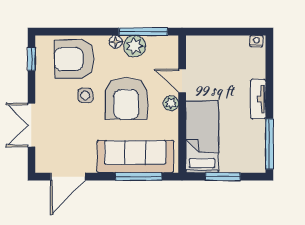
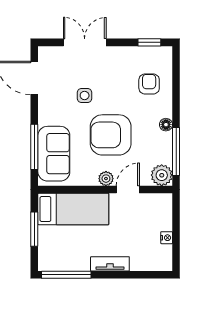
nightstand: (256, 41) -> (167, 238), moved
plant: (135, 46) -> (162, 175), moved
armchair: (74, 59) -> (149, 84), width x0.53, depth x0.53
side table: (85, 95) -> (85, 95), moved
sofa: (135, 157) -> (54, 154), width x0.73

